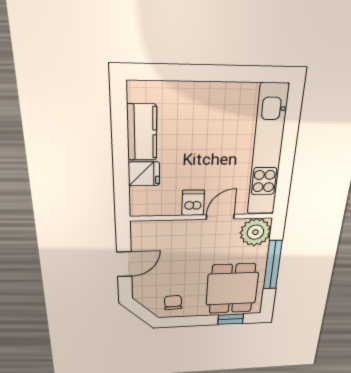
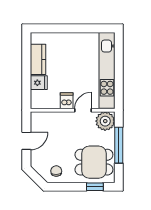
dining table: (232, 289) -> (94, 162), turned 90

